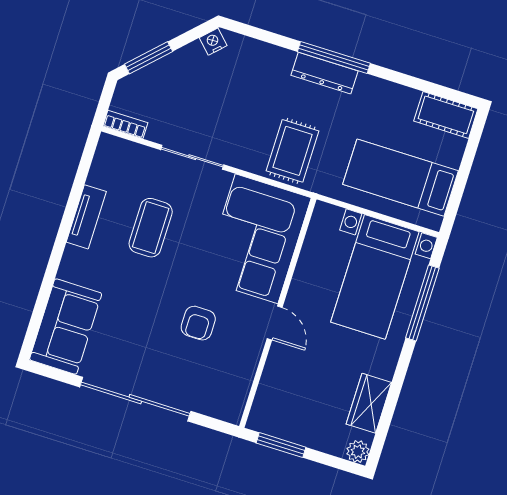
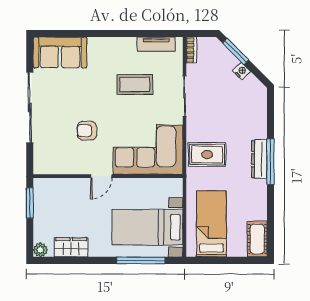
nightstand: (213, 42) -> (242, 71), moved
tv unit: (86, 217) -> (156, 44), moved

